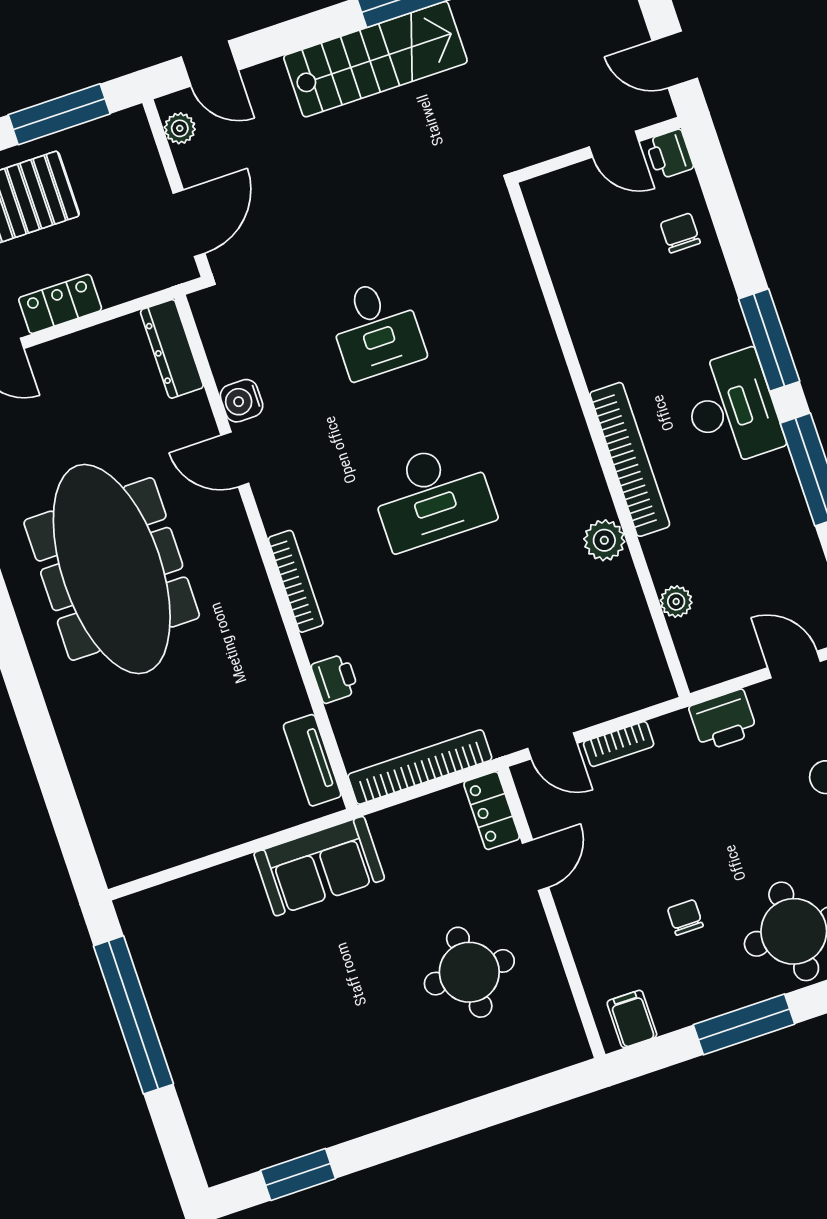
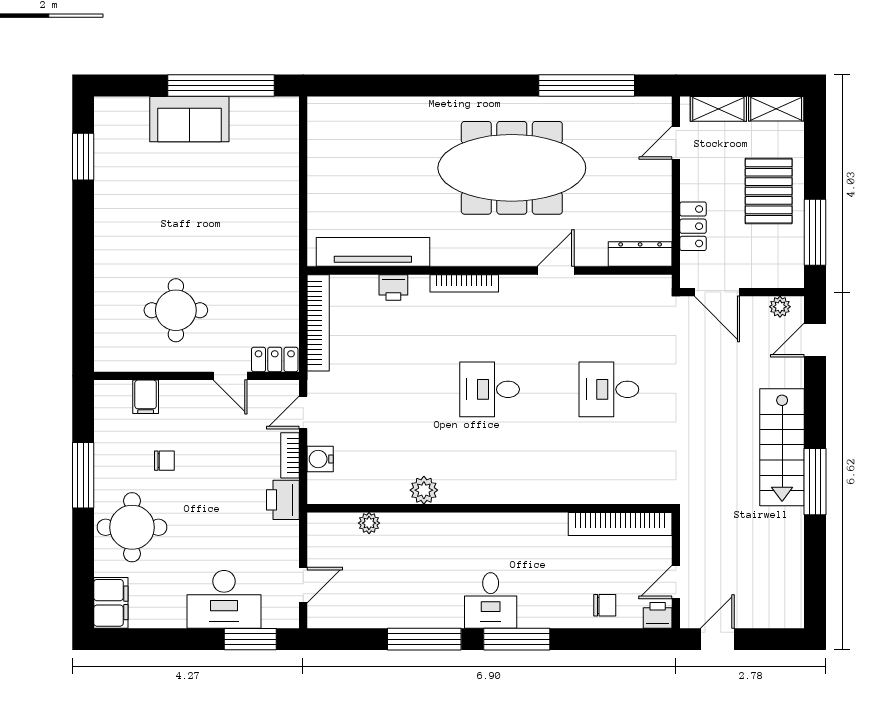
locker: (60, 304) -> (693, 226), moved
water cooler: (242, 401) -> (320, 459), moved, turned -90
desk: (732, 408) -> (491, 600), width x0.73
bookcase: (630, 459) -> (620, 524), moved
desk: (432, 496) -> (490, 389), width x0.73
printer: (723, 720) -> (283, 500), moved
tv unit: (312, 760) -> (373, 252), width x1.92, depth x1.29
sofa: (319, 866) -> (189, 119), moved, turned -90
filing cabinet: (632, 1019) -> (146, 397), moved, turned 90

